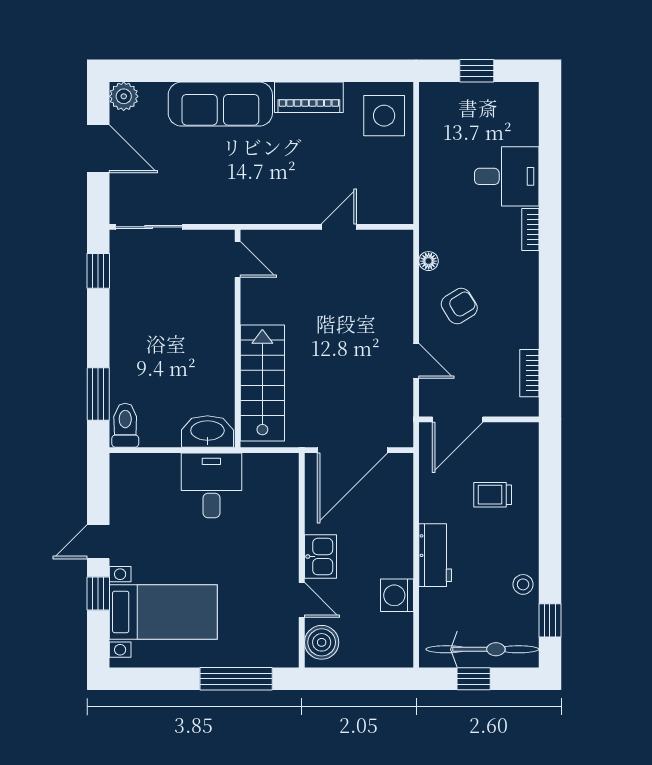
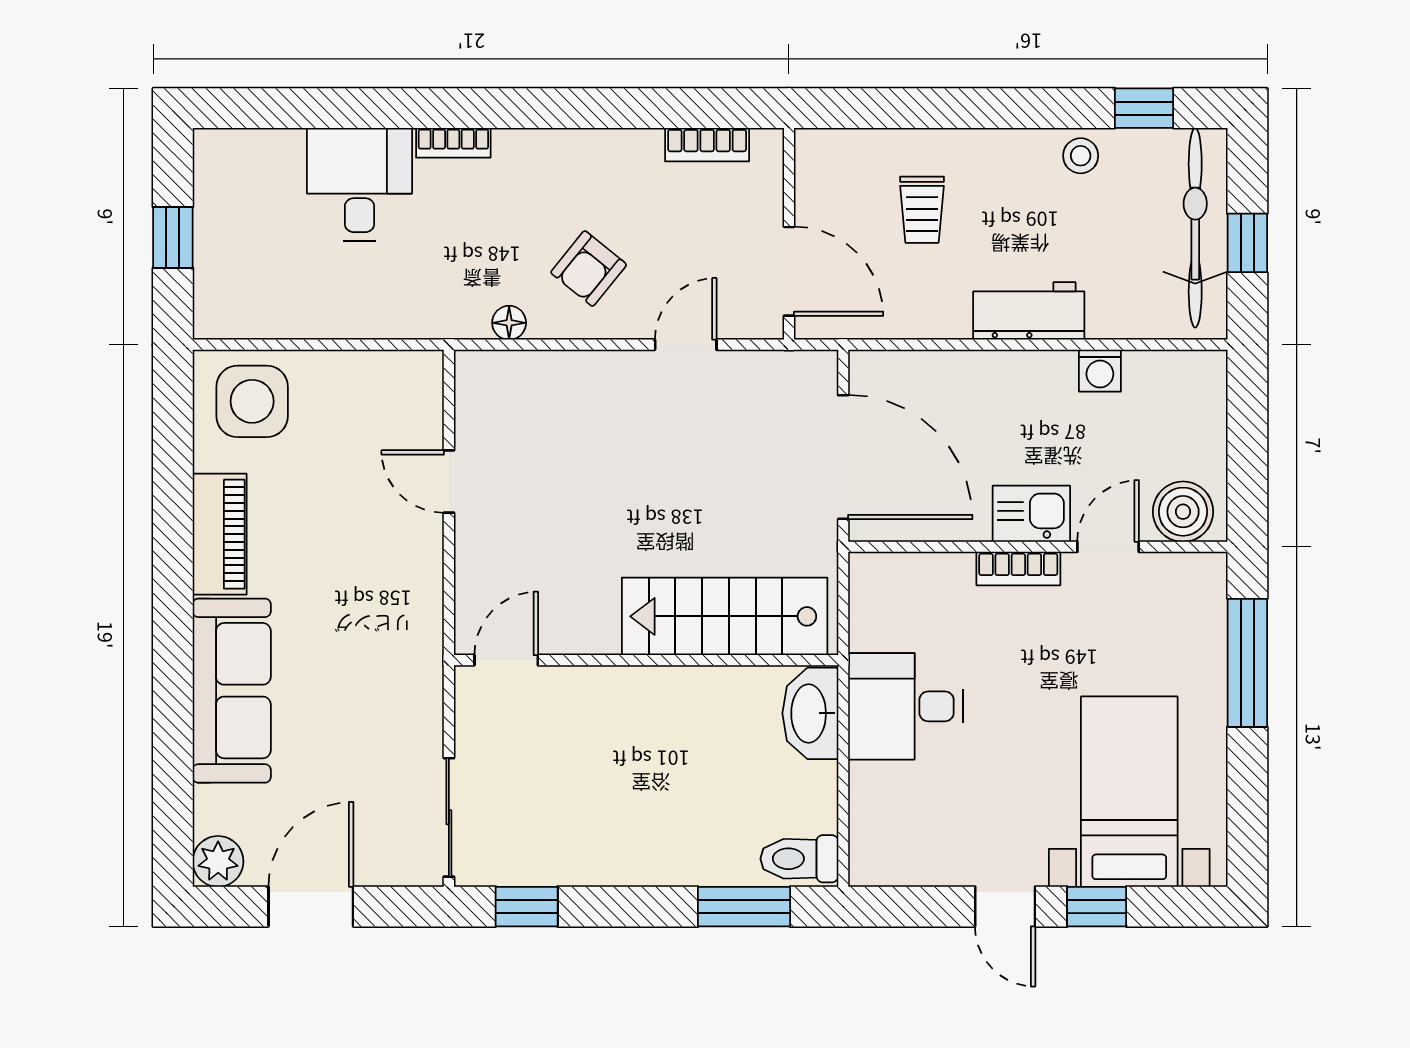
armchair: (459, 306) -> (589, 269), turned -109
bookcase: (289, 549) -> (1018, 568), added
washing machine: (397, 595) -> (1100, 371), width x0.73, depth x0.73

